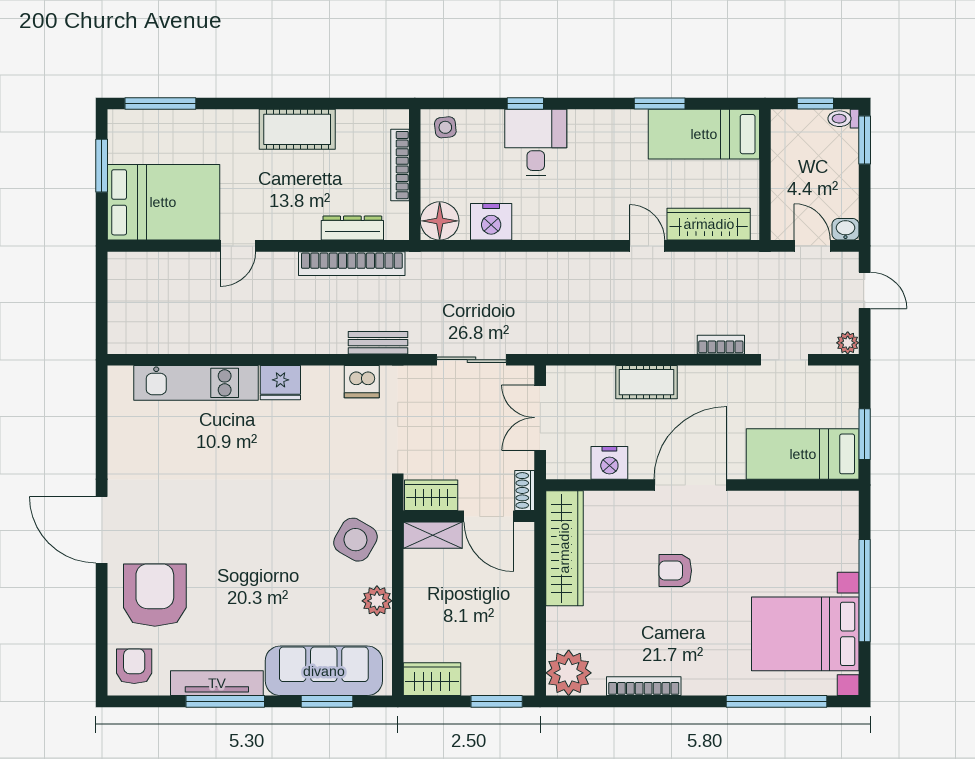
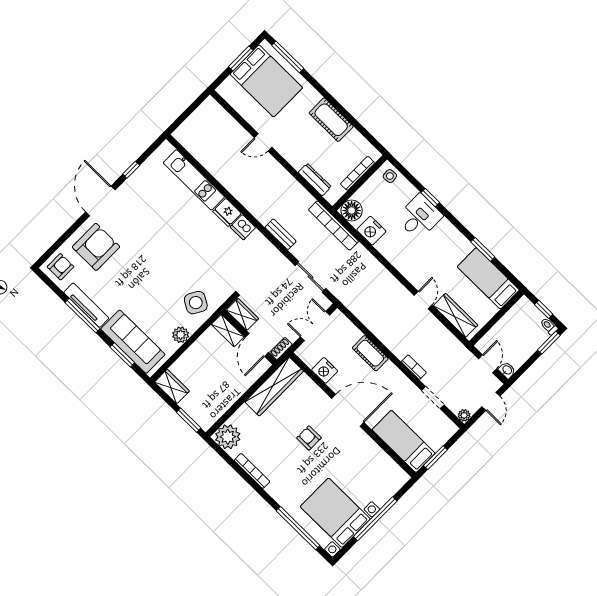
bed: (163, 202) -> (266, 81), moved
bookcase: (352, 264) -> (333, 226), moved
dishwasher: (362, 382) -> (243, 227), moved
window: (102, 450) -> (131, 170), added

